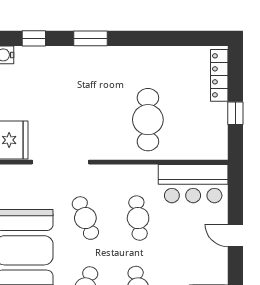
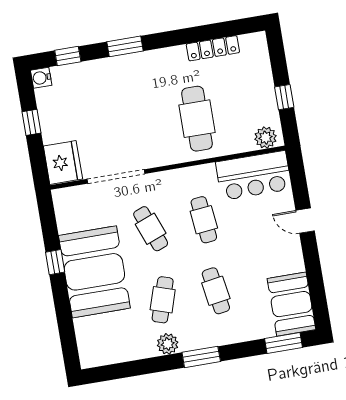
locker: (219, 75) -> (213, 48), moved, turned -90
plant: (211, 149) -> (266, 138), added

